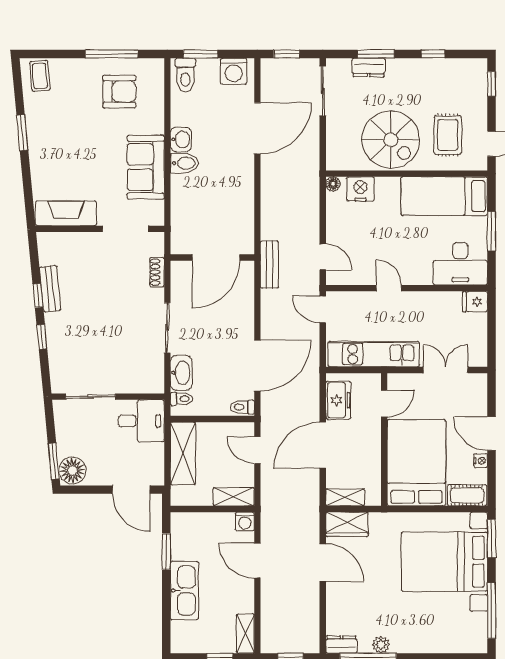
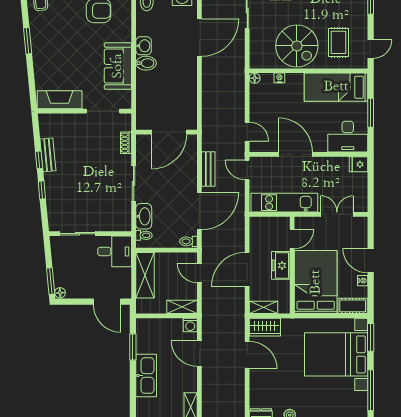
nightstand: (360, 189) -> (279, 78), width x0.53, depth x0.56
bench: (269, 265) -> (208, 169), moved
door: (389, 288) -> (295, 154), width x1.88
freezer: (338, 400) -> (281, 265), moved, turned 180
floor lamp: (72, 470) -> (60, 293), width x0.53, depth x0.53

